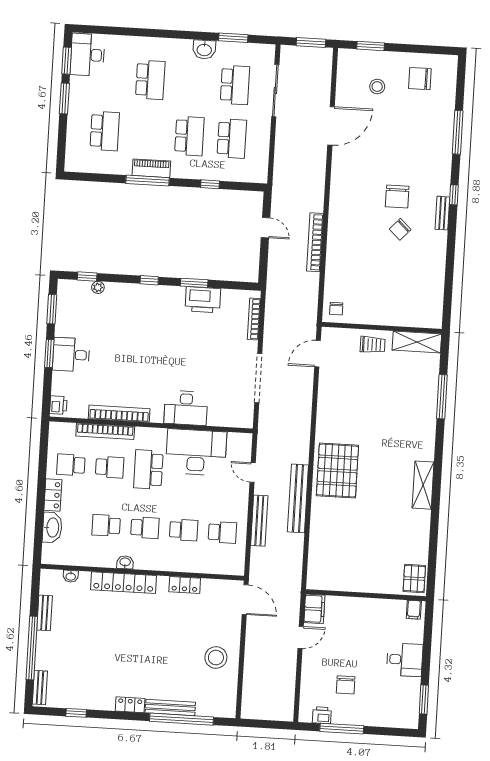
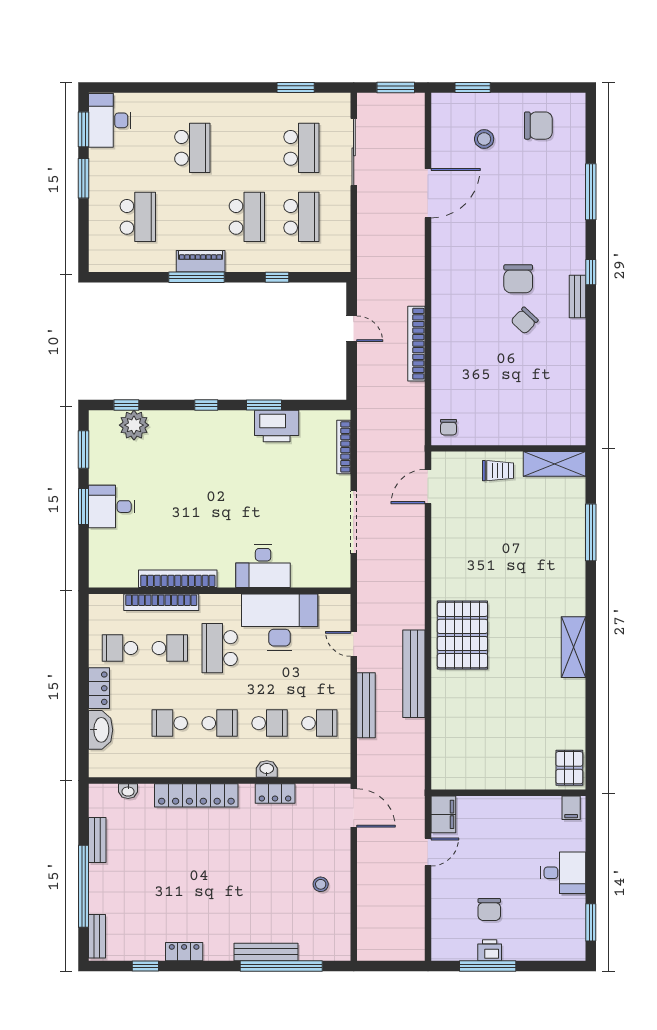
washbasin: (204, 49) -> (259, 105), removed
chair: (420, 79) -> (538, 126), turned 180
plant: (98, 287) -> (134, 425), width x1.88, depth x1.88
printer: (58, 405) -> (99, 572), removed
washbasin: (125, 562) -> (267, 769), moved
stool: (216, 658) -> (321, 884), width x0.53, depth x0.53
locker: (130, 705) -> (184, 952), moved
printer: (322, 715) -> (490, 950), moved

